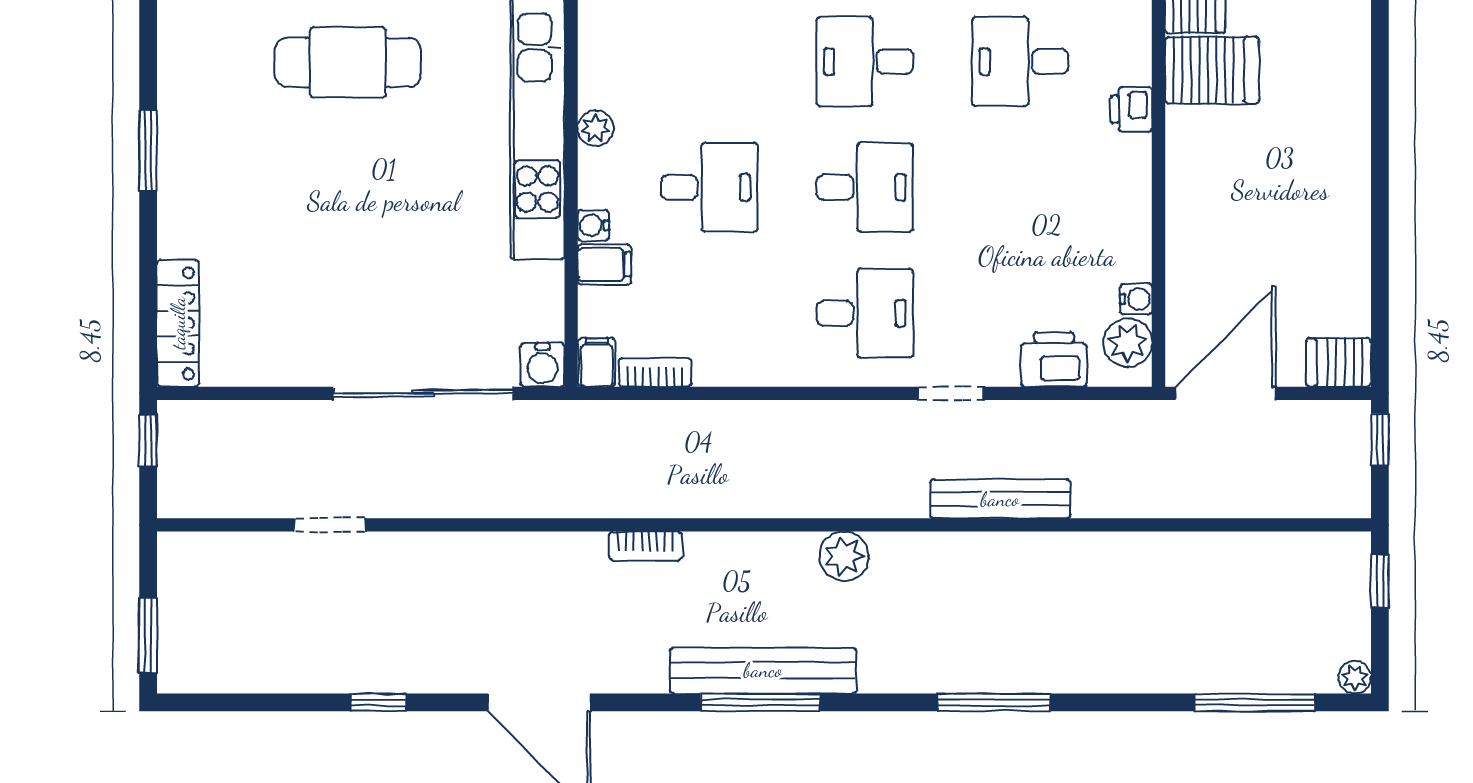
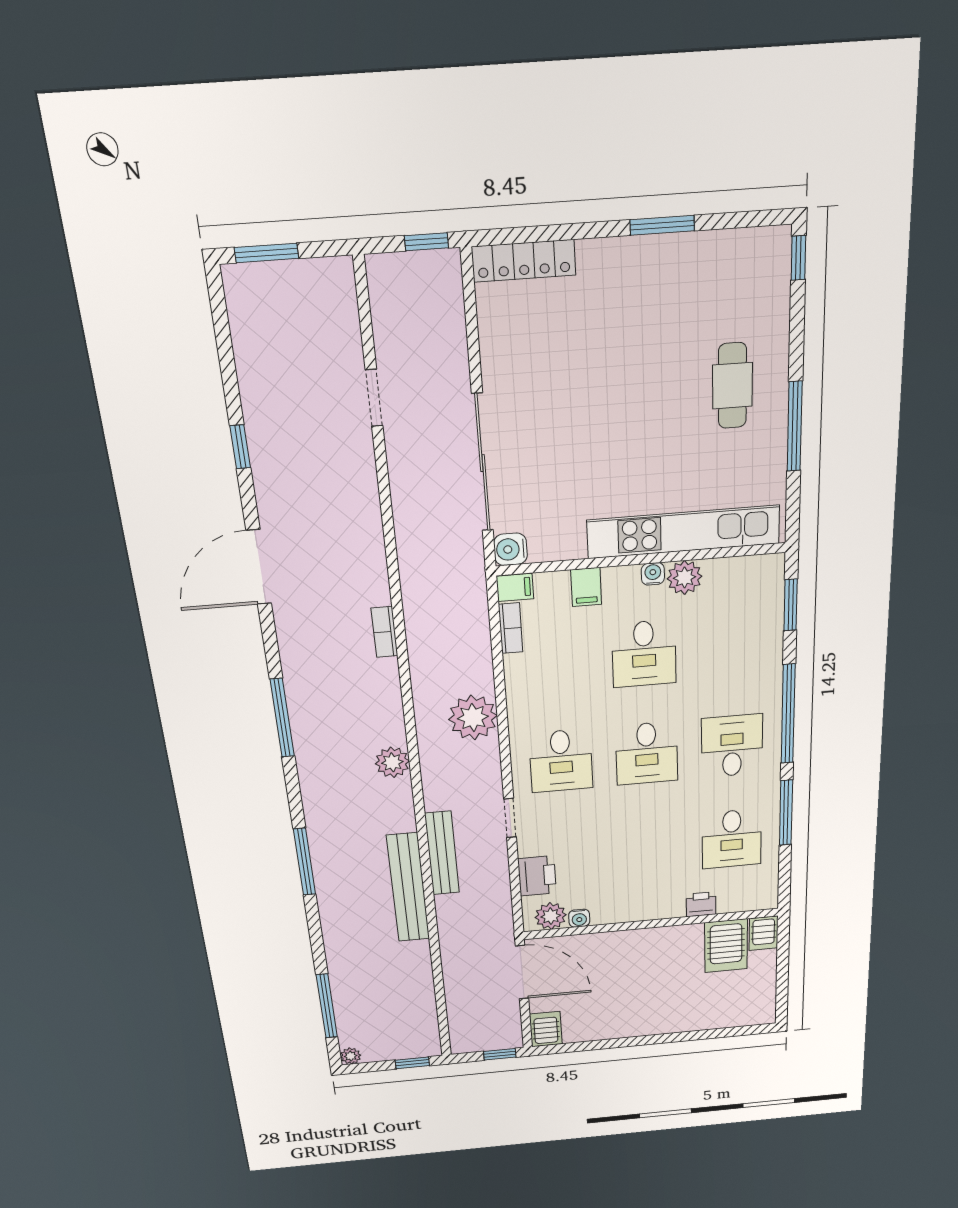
cafe table: (348, 62) -> (732, 386), width x0.73, depth x0.74
desk: (1020, 62) -> (732, 839), turned 180
plant: (596, 128) -> (685, 578), width x1.38, depth x1.38
water cooler: (593, 225) -> (653, 574), moved
plant: (785, 435) -> (473, 717), added
bench: (763, 670) -> (408, 888), moved

